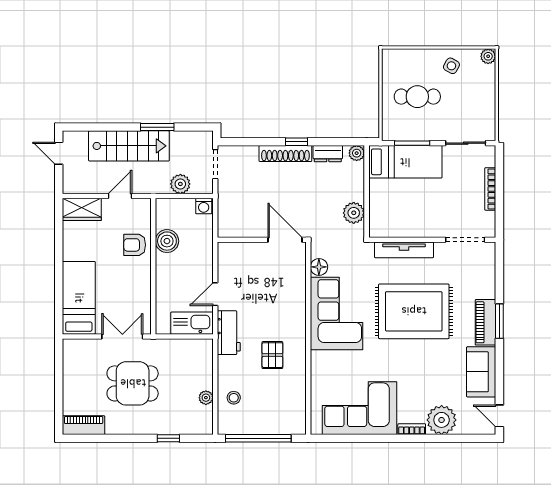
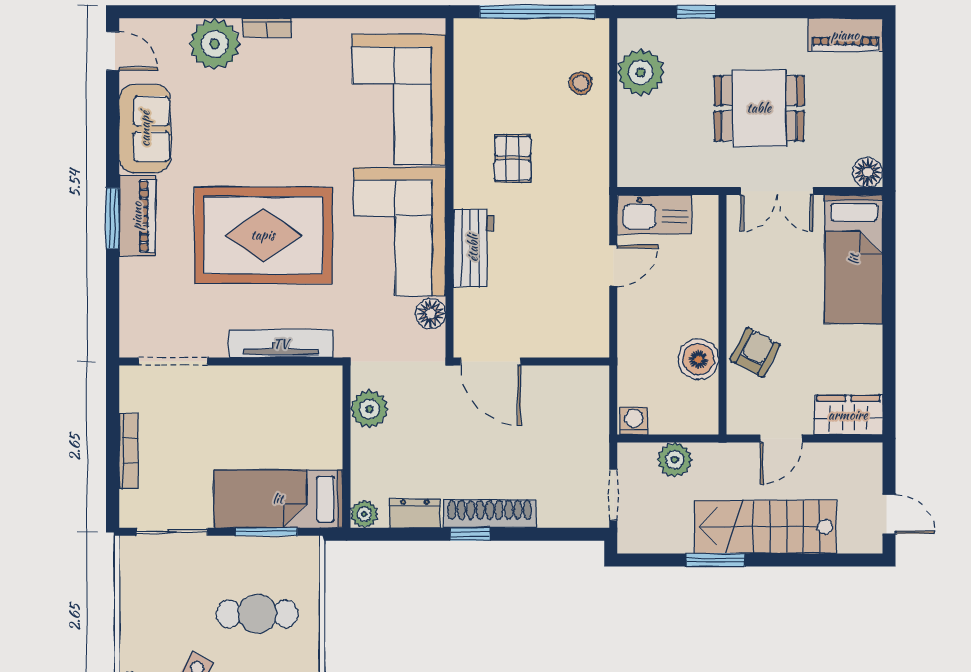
armchair: (135, 245) -> (755, 352), turned -62
workbench: (229, 333) -> (473, 248), moved, turned 180
floor lamp: (71, 347) -> (868, 172), added
plant: (206, 398) -> (641, 72), width x1.88, depth x1.88
corner sofa: (359, 408) -> (399, 99), moved, turned 90

